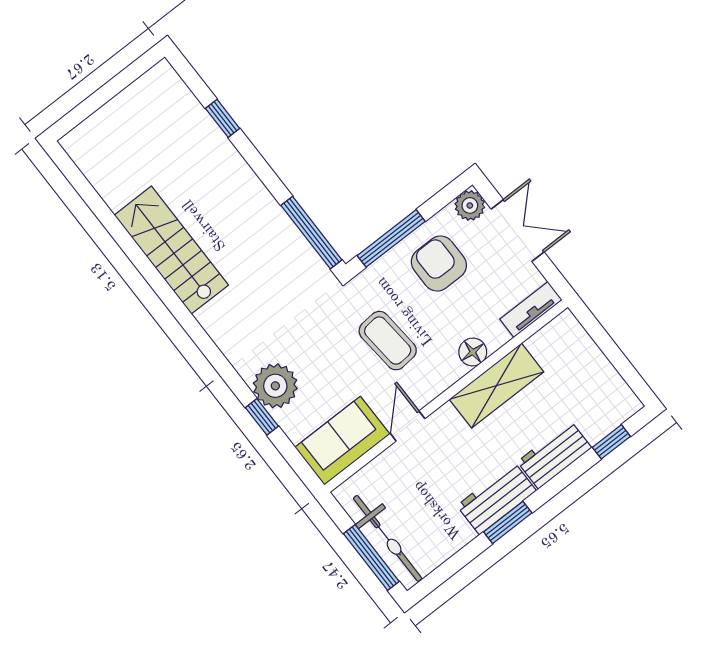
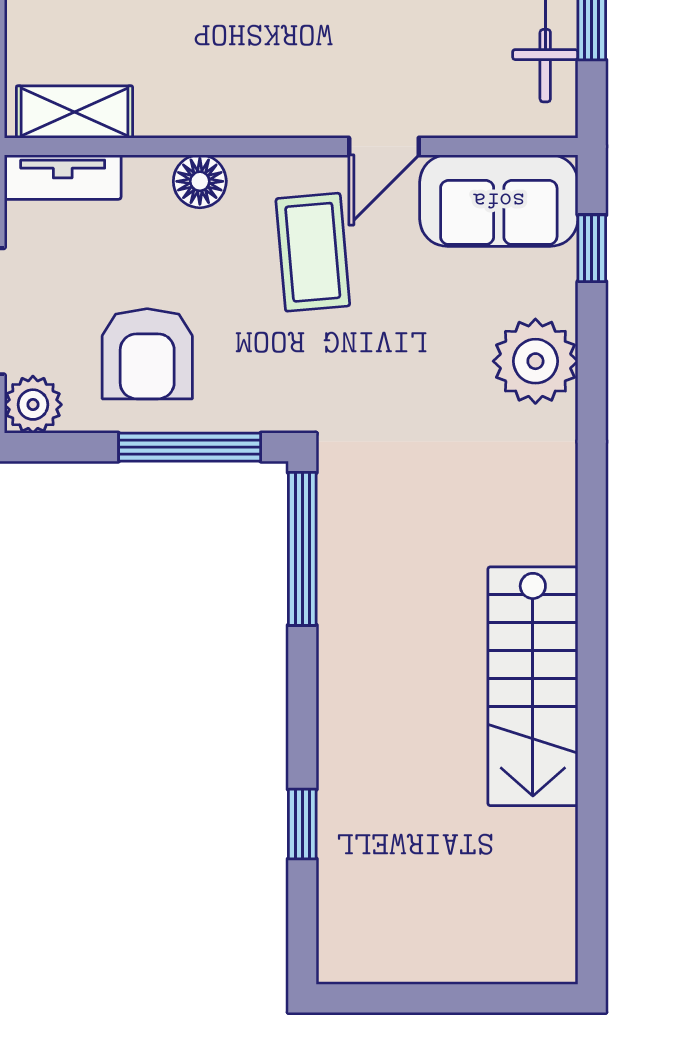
coffee table: (388, 341) -> (313, 252), moved
shelving: (496, 386) -> (74, 112), moved, width x0.67, depth x0.75
window: (262, 417) -> (592, 248), moved

